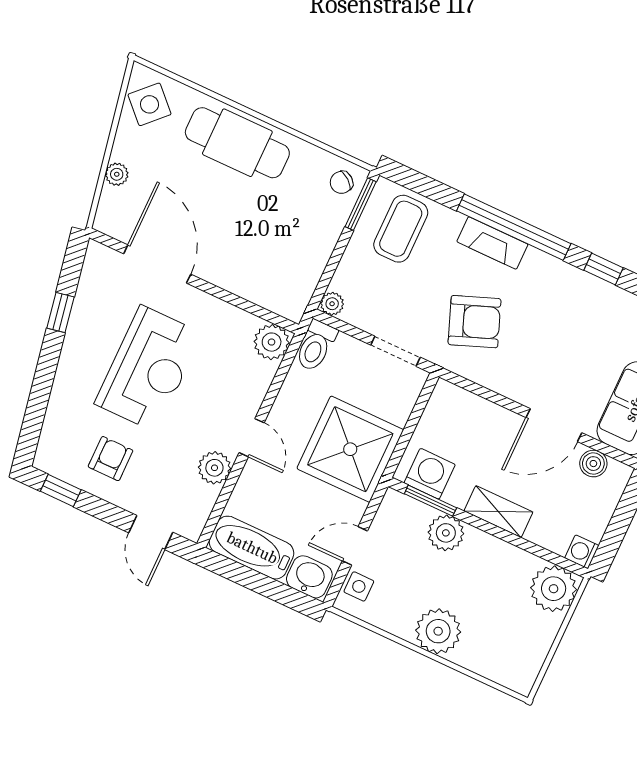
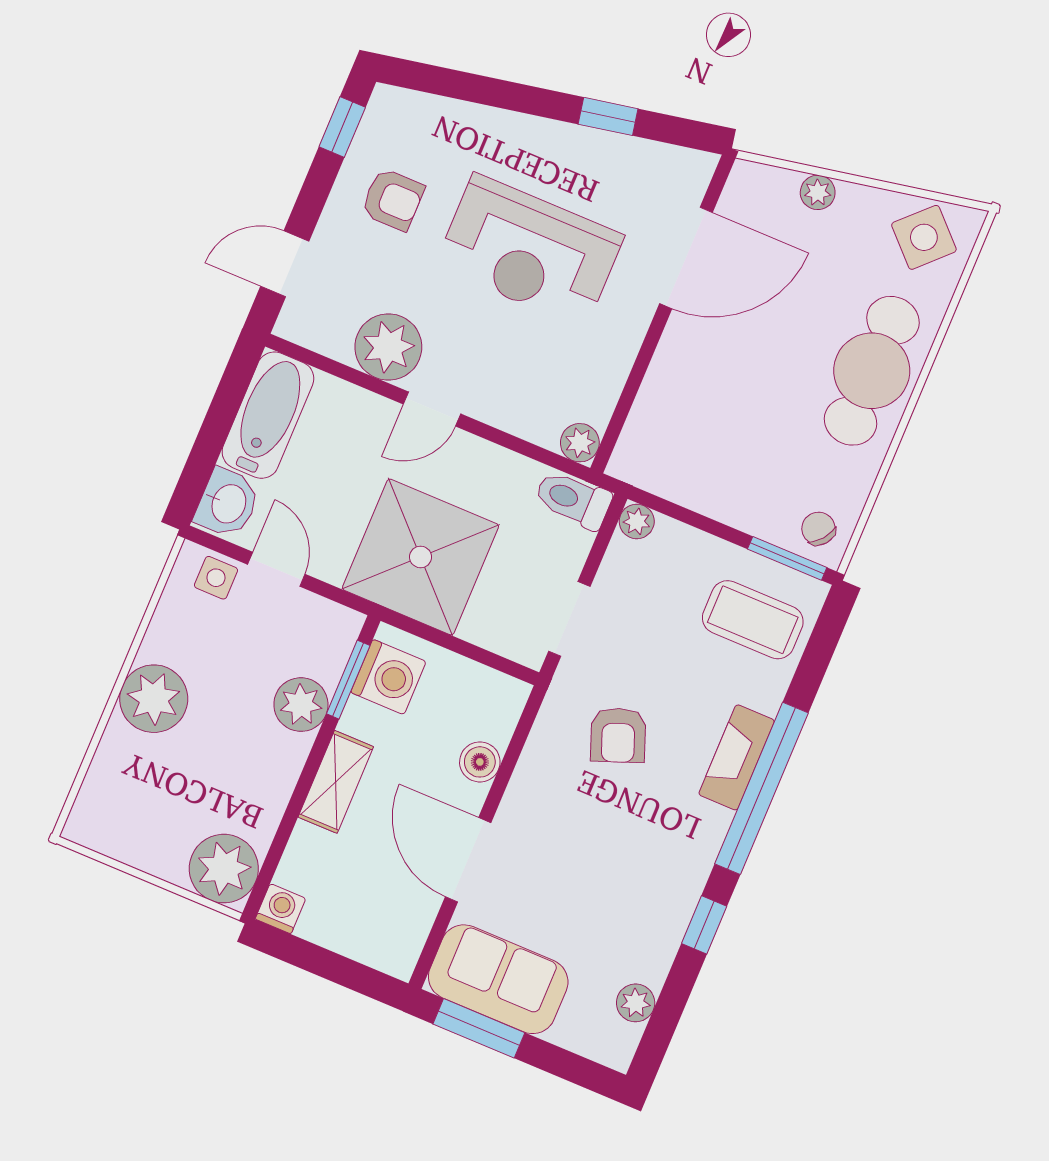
armchair: (475, 322) -> (618, 735), width x0.72, depth x0.72
plant: (272, 342) -> (580, 443), width x0.73, depth x0.73
boiler: (593, 464) -> (480, 762), moved
plant: (214, 468) -> (388, 347), width x1.36, depth x1.36

